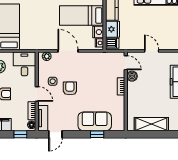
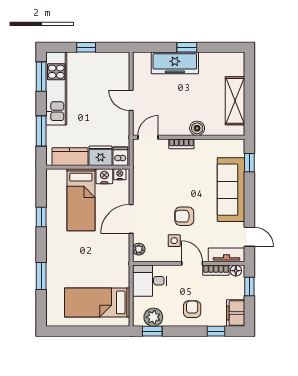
door: (152, 51) -> (131, 100), hinge flipped
boiler: (132, 76) -> (197, 128), moved
door: (37, 94) -> (192, 263), hinge flipped
sofa: (95, 121) -> (231, 190), width x1.36
window: (97, 134) -> (249, 163), moved

